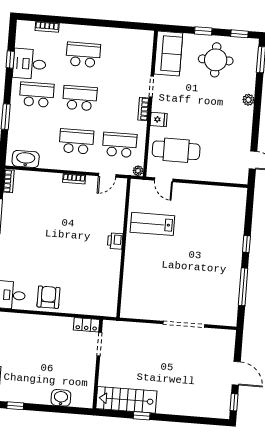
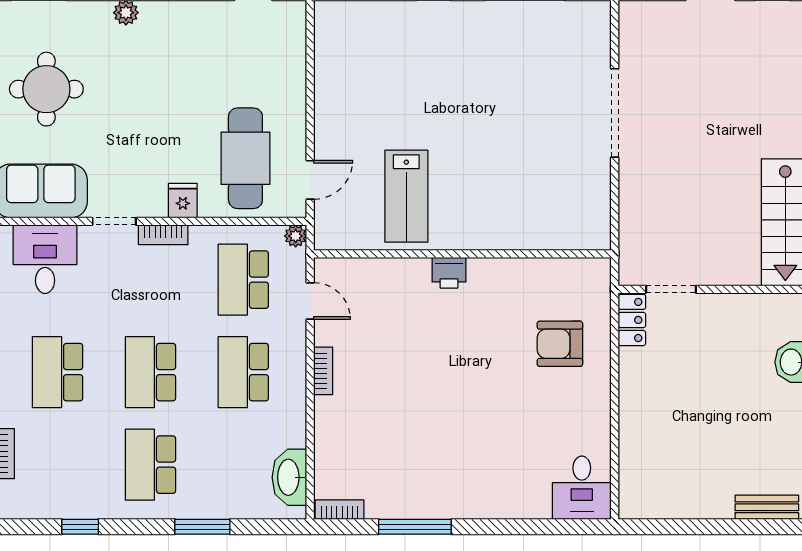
desk: (29, 64) -> (45, 259), moved, turned 180
armchair: (48, 297) -> (560, 344), moved

